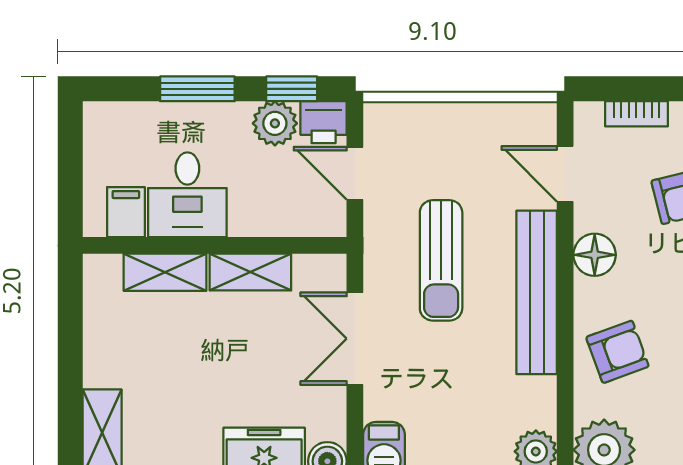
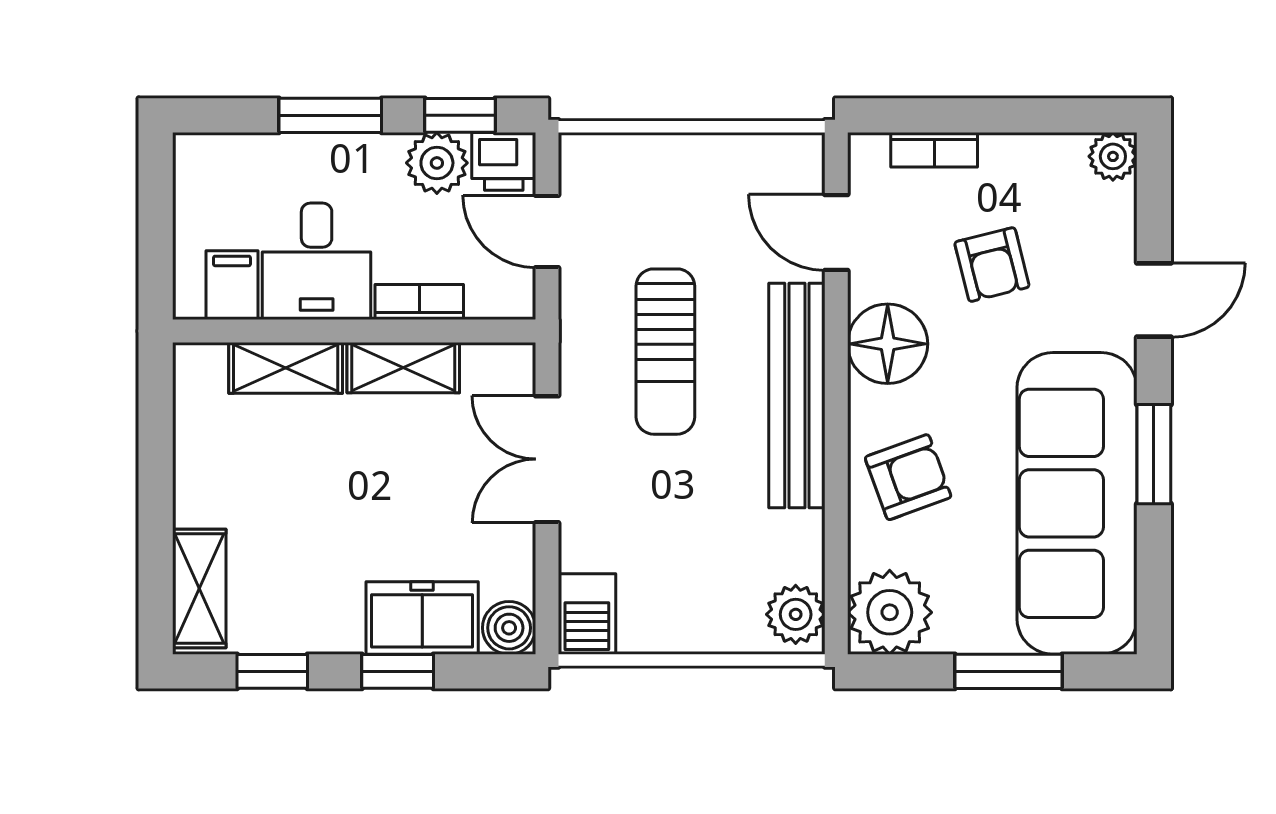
bookcase: (262, 224) -> (419, 302), added
floor lamp: (595, 255) -> (888, 344), width x1.38, depth x1.38

